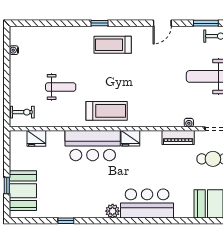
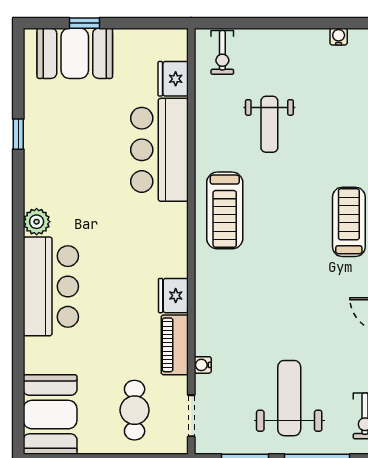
fridge: (130, 138) -> (173, 296), moved
bar counter: (93, 146) -> (160, 150), moved

